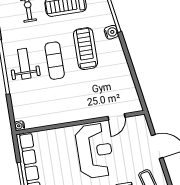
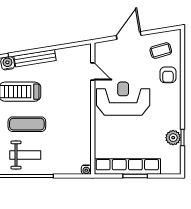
bench: (121, 58) -> (35, 58), added
weight bench: (24, 64) -> (25, 155), turned 180

